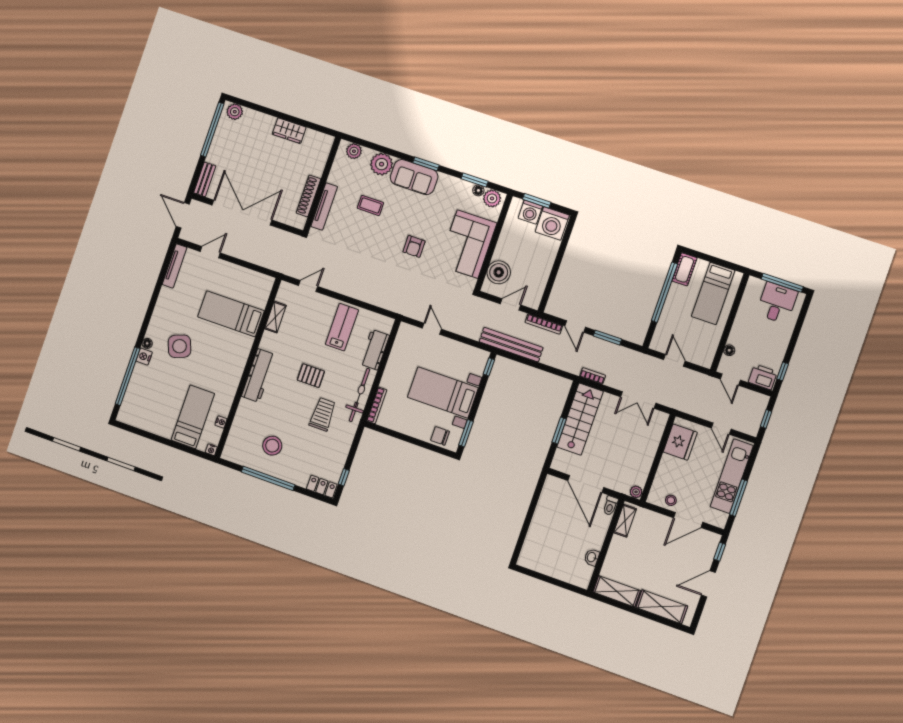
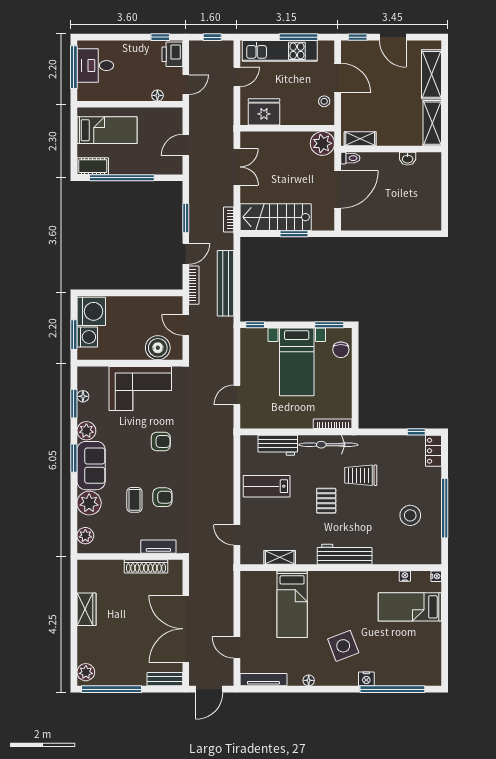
plant: (492, 198) -> (86, 431), moved
tv unit: (324, 206) -> (158, 547), width x0.71
armchair: (364, 231) -> (162, 497), added
floor lamp: (147, 343) -> (309, 680), moved
bench: (511, 345) -> (226, 283), moved
plant: (636, 492) -> (322, 143), width x1.88, depth x1.88

